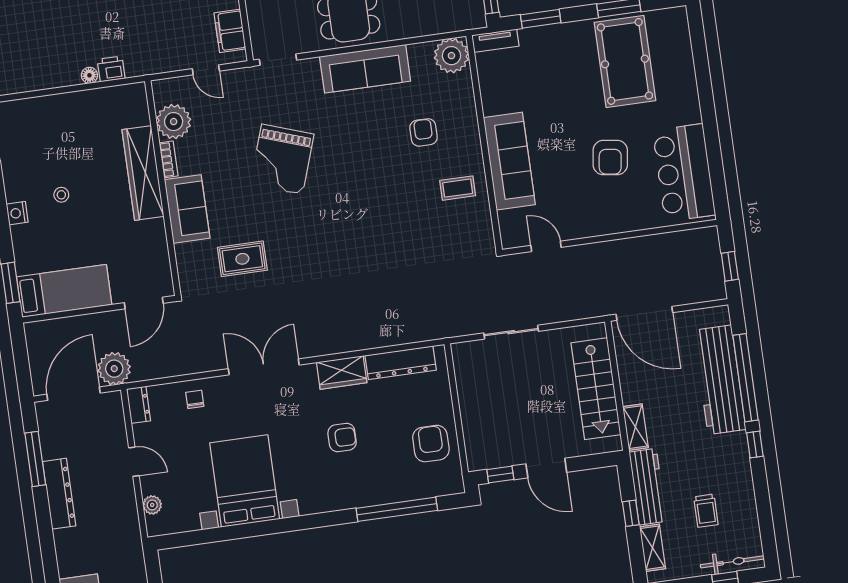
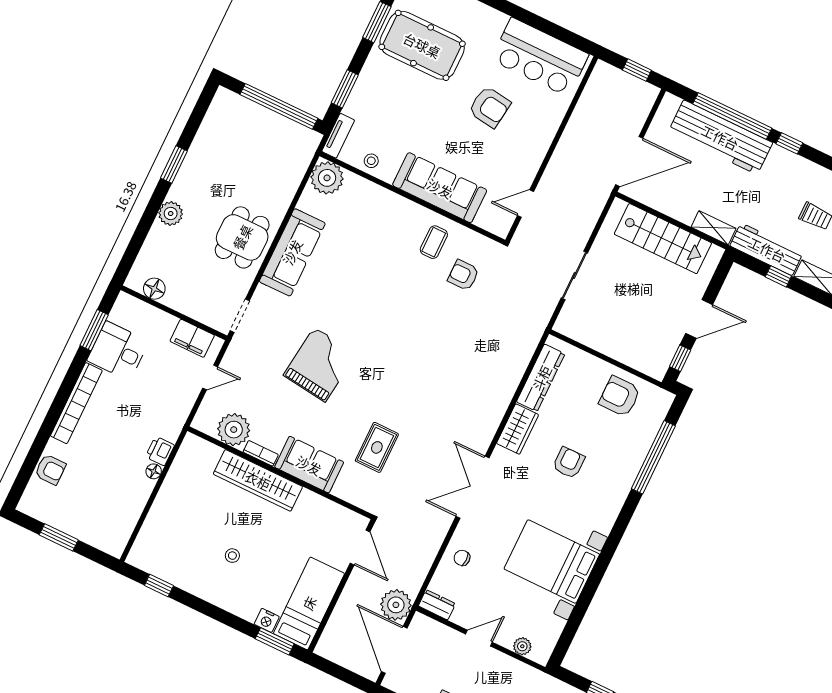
stool: (493, 85) -> (371, 161), added
armchair: (423, 132) -> (463, 275), moved
grand piano: (282, 159) -> (320, 365), turned -102
nightstand: (17, 213) -> (267, 620), moved

